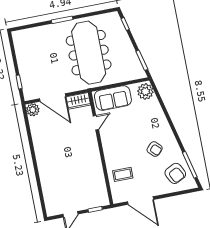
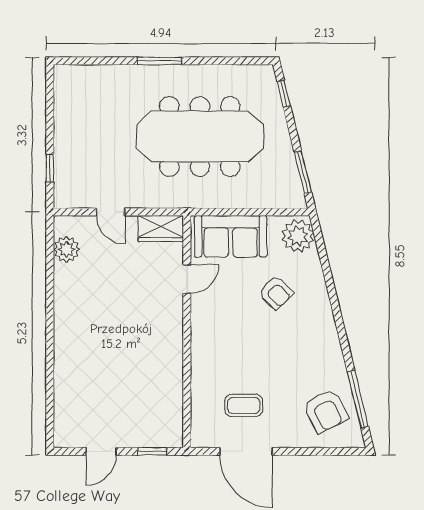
meeting table: (89, 53) -> (200, 136), turned 90
door: (53, 97) -> (111, 212), width x0.53
plant: (33, 110) -> (66, 249), moved
armchair: (155, 149) -> (276, 293), moved
coffee table: (123, 174) -> (244, 405), moved

